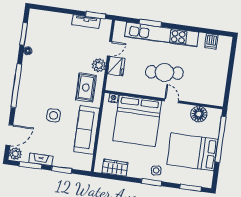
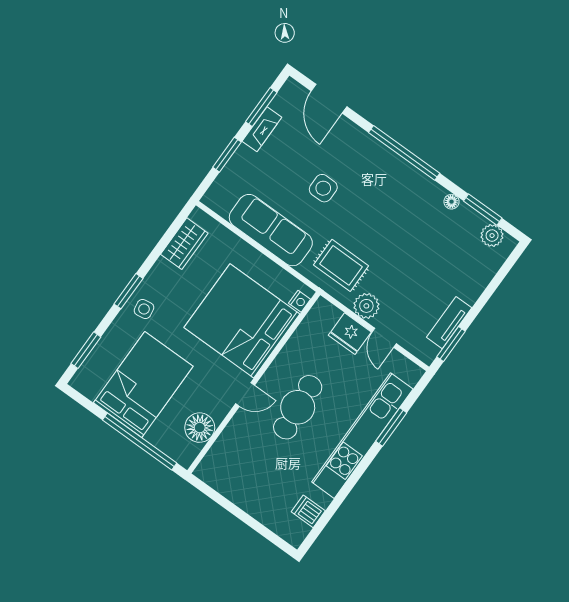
plant: (15, 154) -> (492, 236), moved

